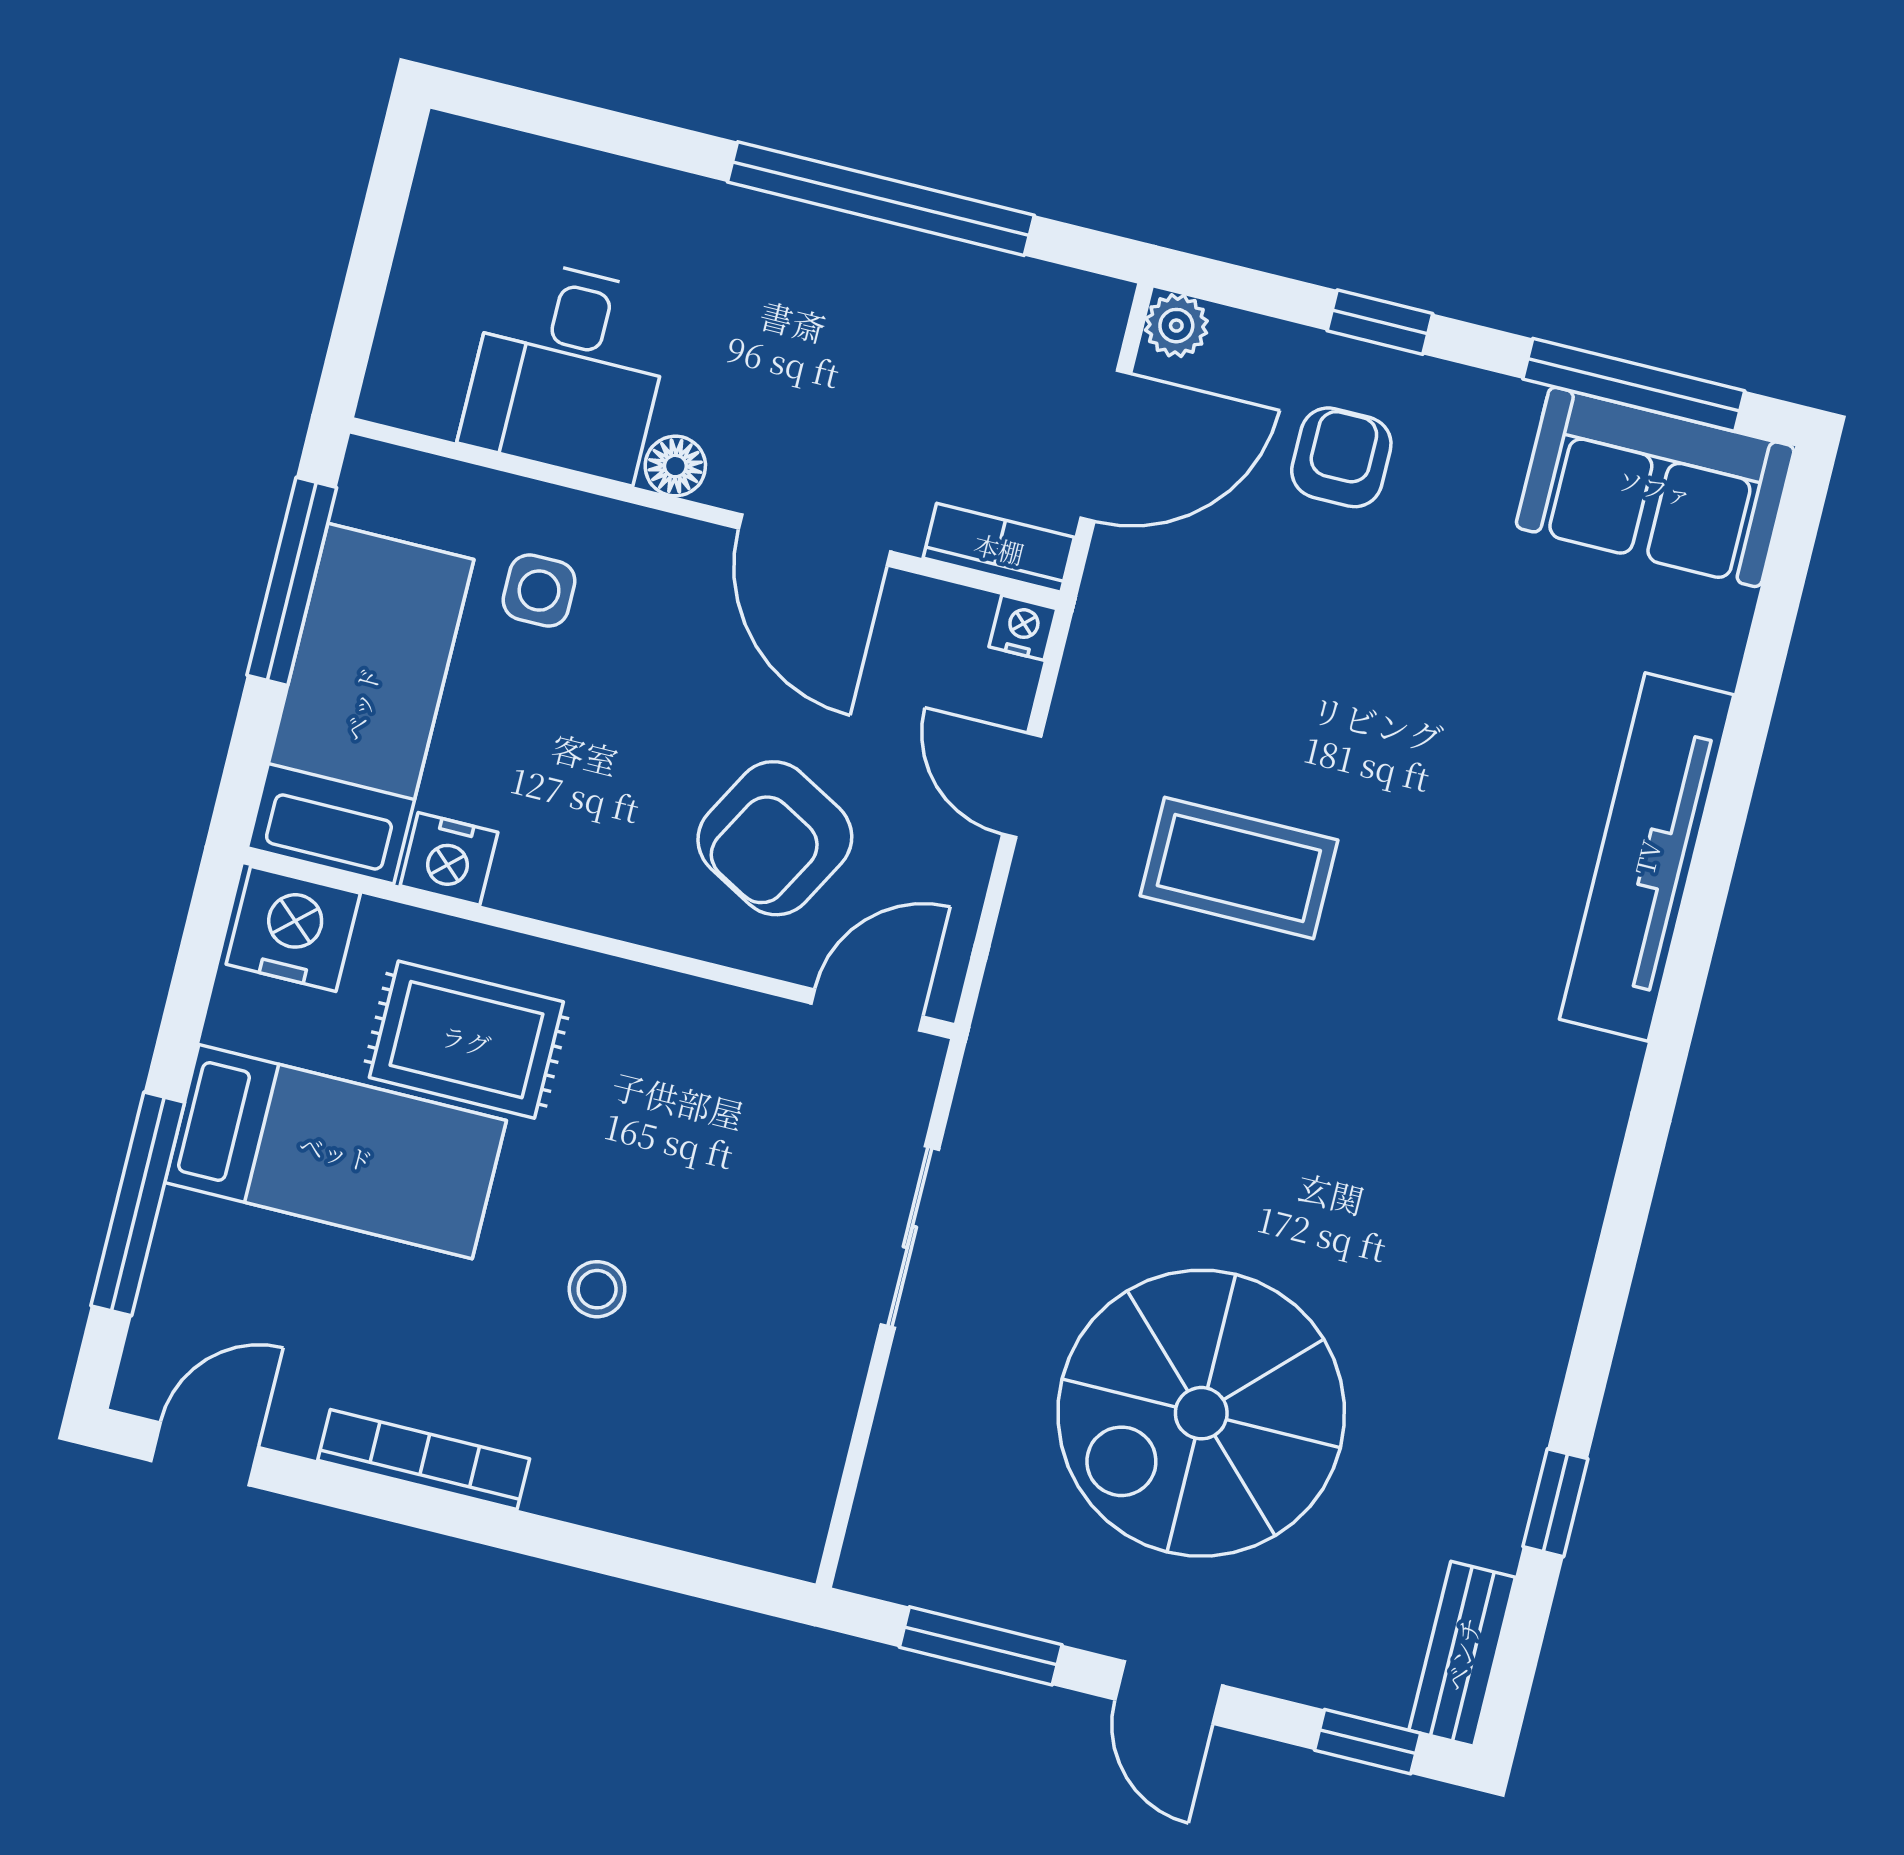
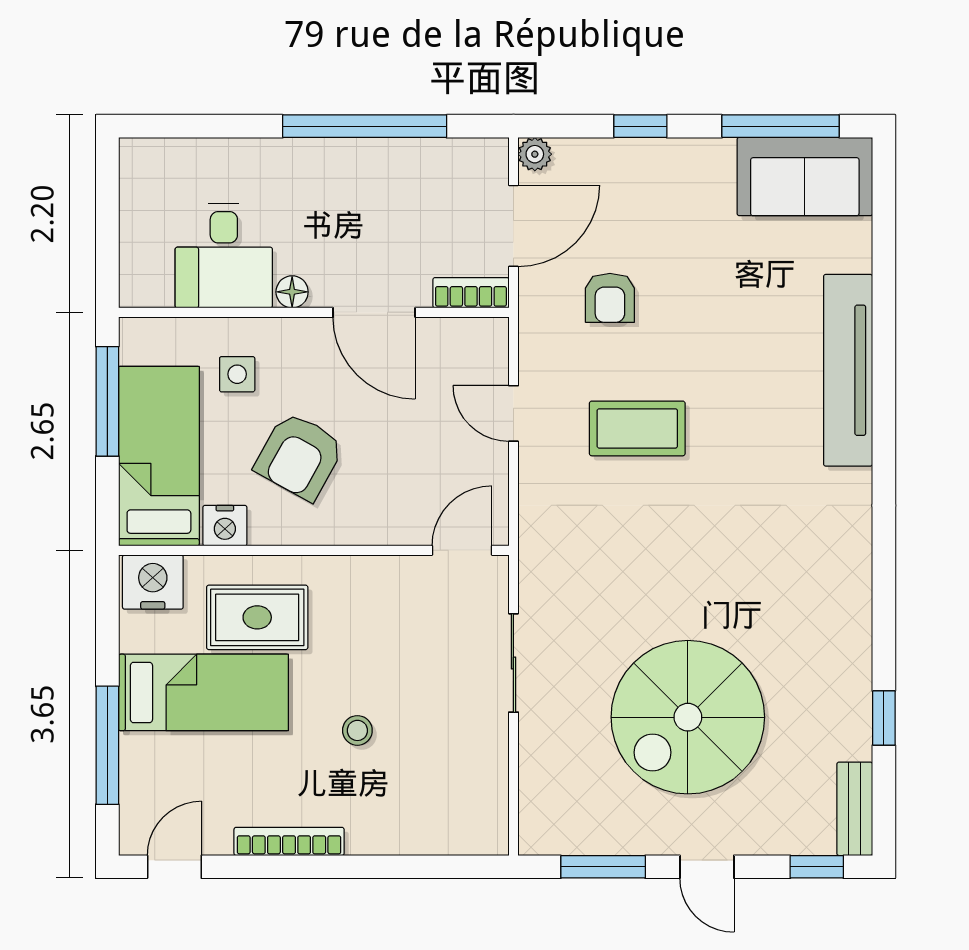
armchair: (1341, 457) -> (610, 298), moved, turned 180
nightstand: (1023, 628) -> (494, 331), removed
armchair: (775, 838) -> (299, 456), moved

